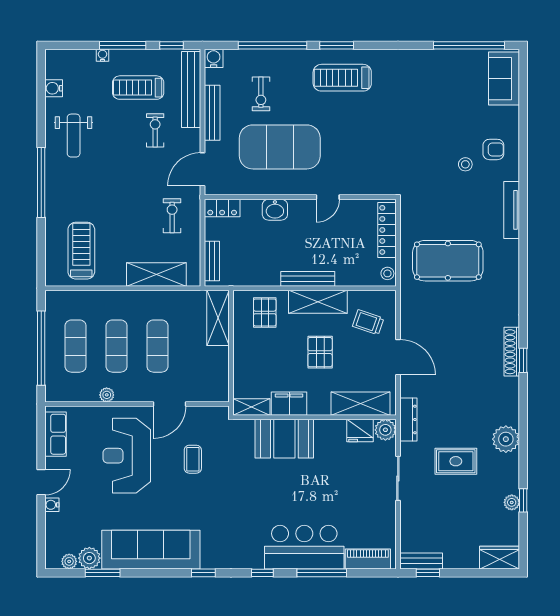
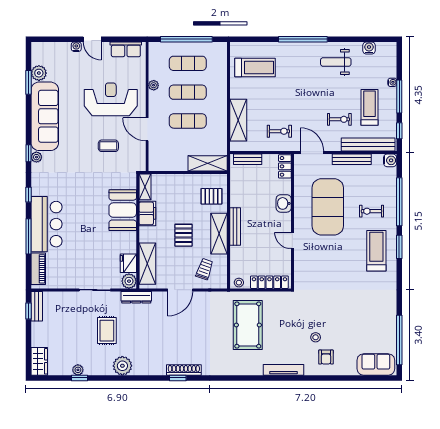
exercise bike: (261, 94) -> (371, 211), moved
pallet: (320, 352) -> (184, 235), turned 90
plant: (69, 561) -> (36, 157), moved

